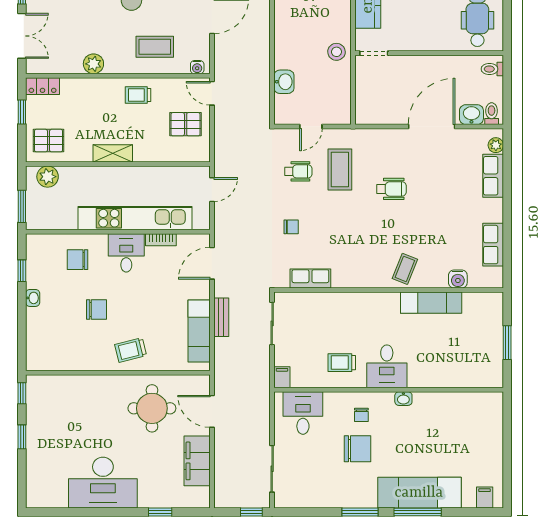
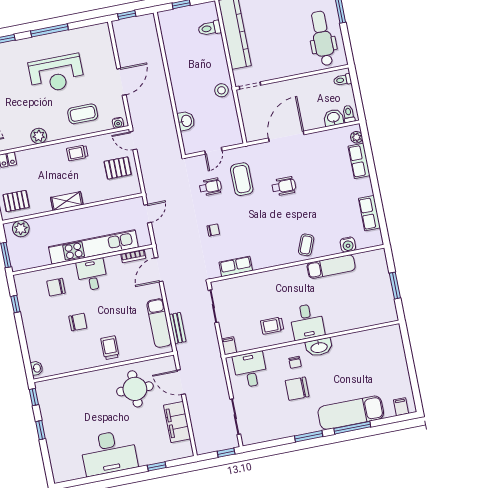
door: (432, 126) -> (286, 136), moved
bookcase: (161, 240) -> (133, 256), moved
washbasin: (33, 298) -> (37, 368), moved
bench: (221, 317) -> (178, 328), moved
trolley: (131, 350) -> (110, 348), turned 104
washbasin: (403, 399) -> (319, 347), width x1.91, depth x1.45
chair: (357, 449) -> (297, 389), turned 180

